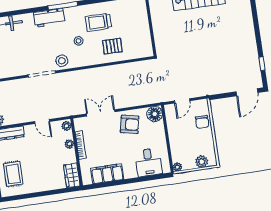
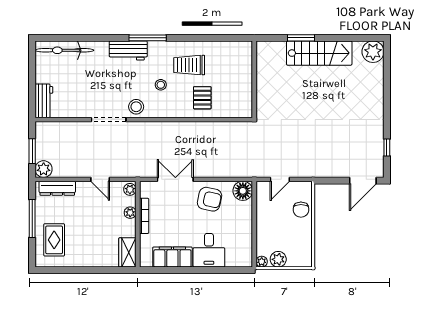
pallet: (112, 46) -> (202, 98), turned 90
desk: (149, 162) -> (209, 250), moved
plant: (202, 162) -> (278, 259), moved

